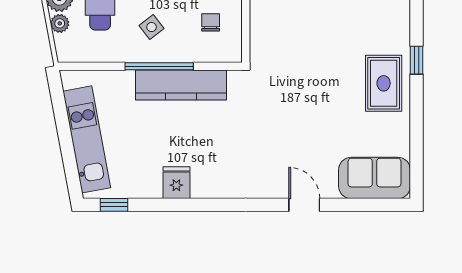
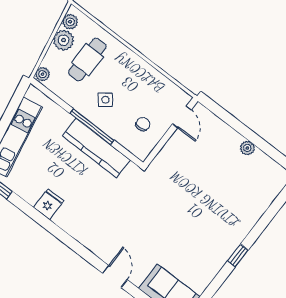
plant: (60, 23) -> (43, 74), moved
window: (417, 60) -> (238, 255), moved
rug: (384, 83) -> (218, 240), removed

